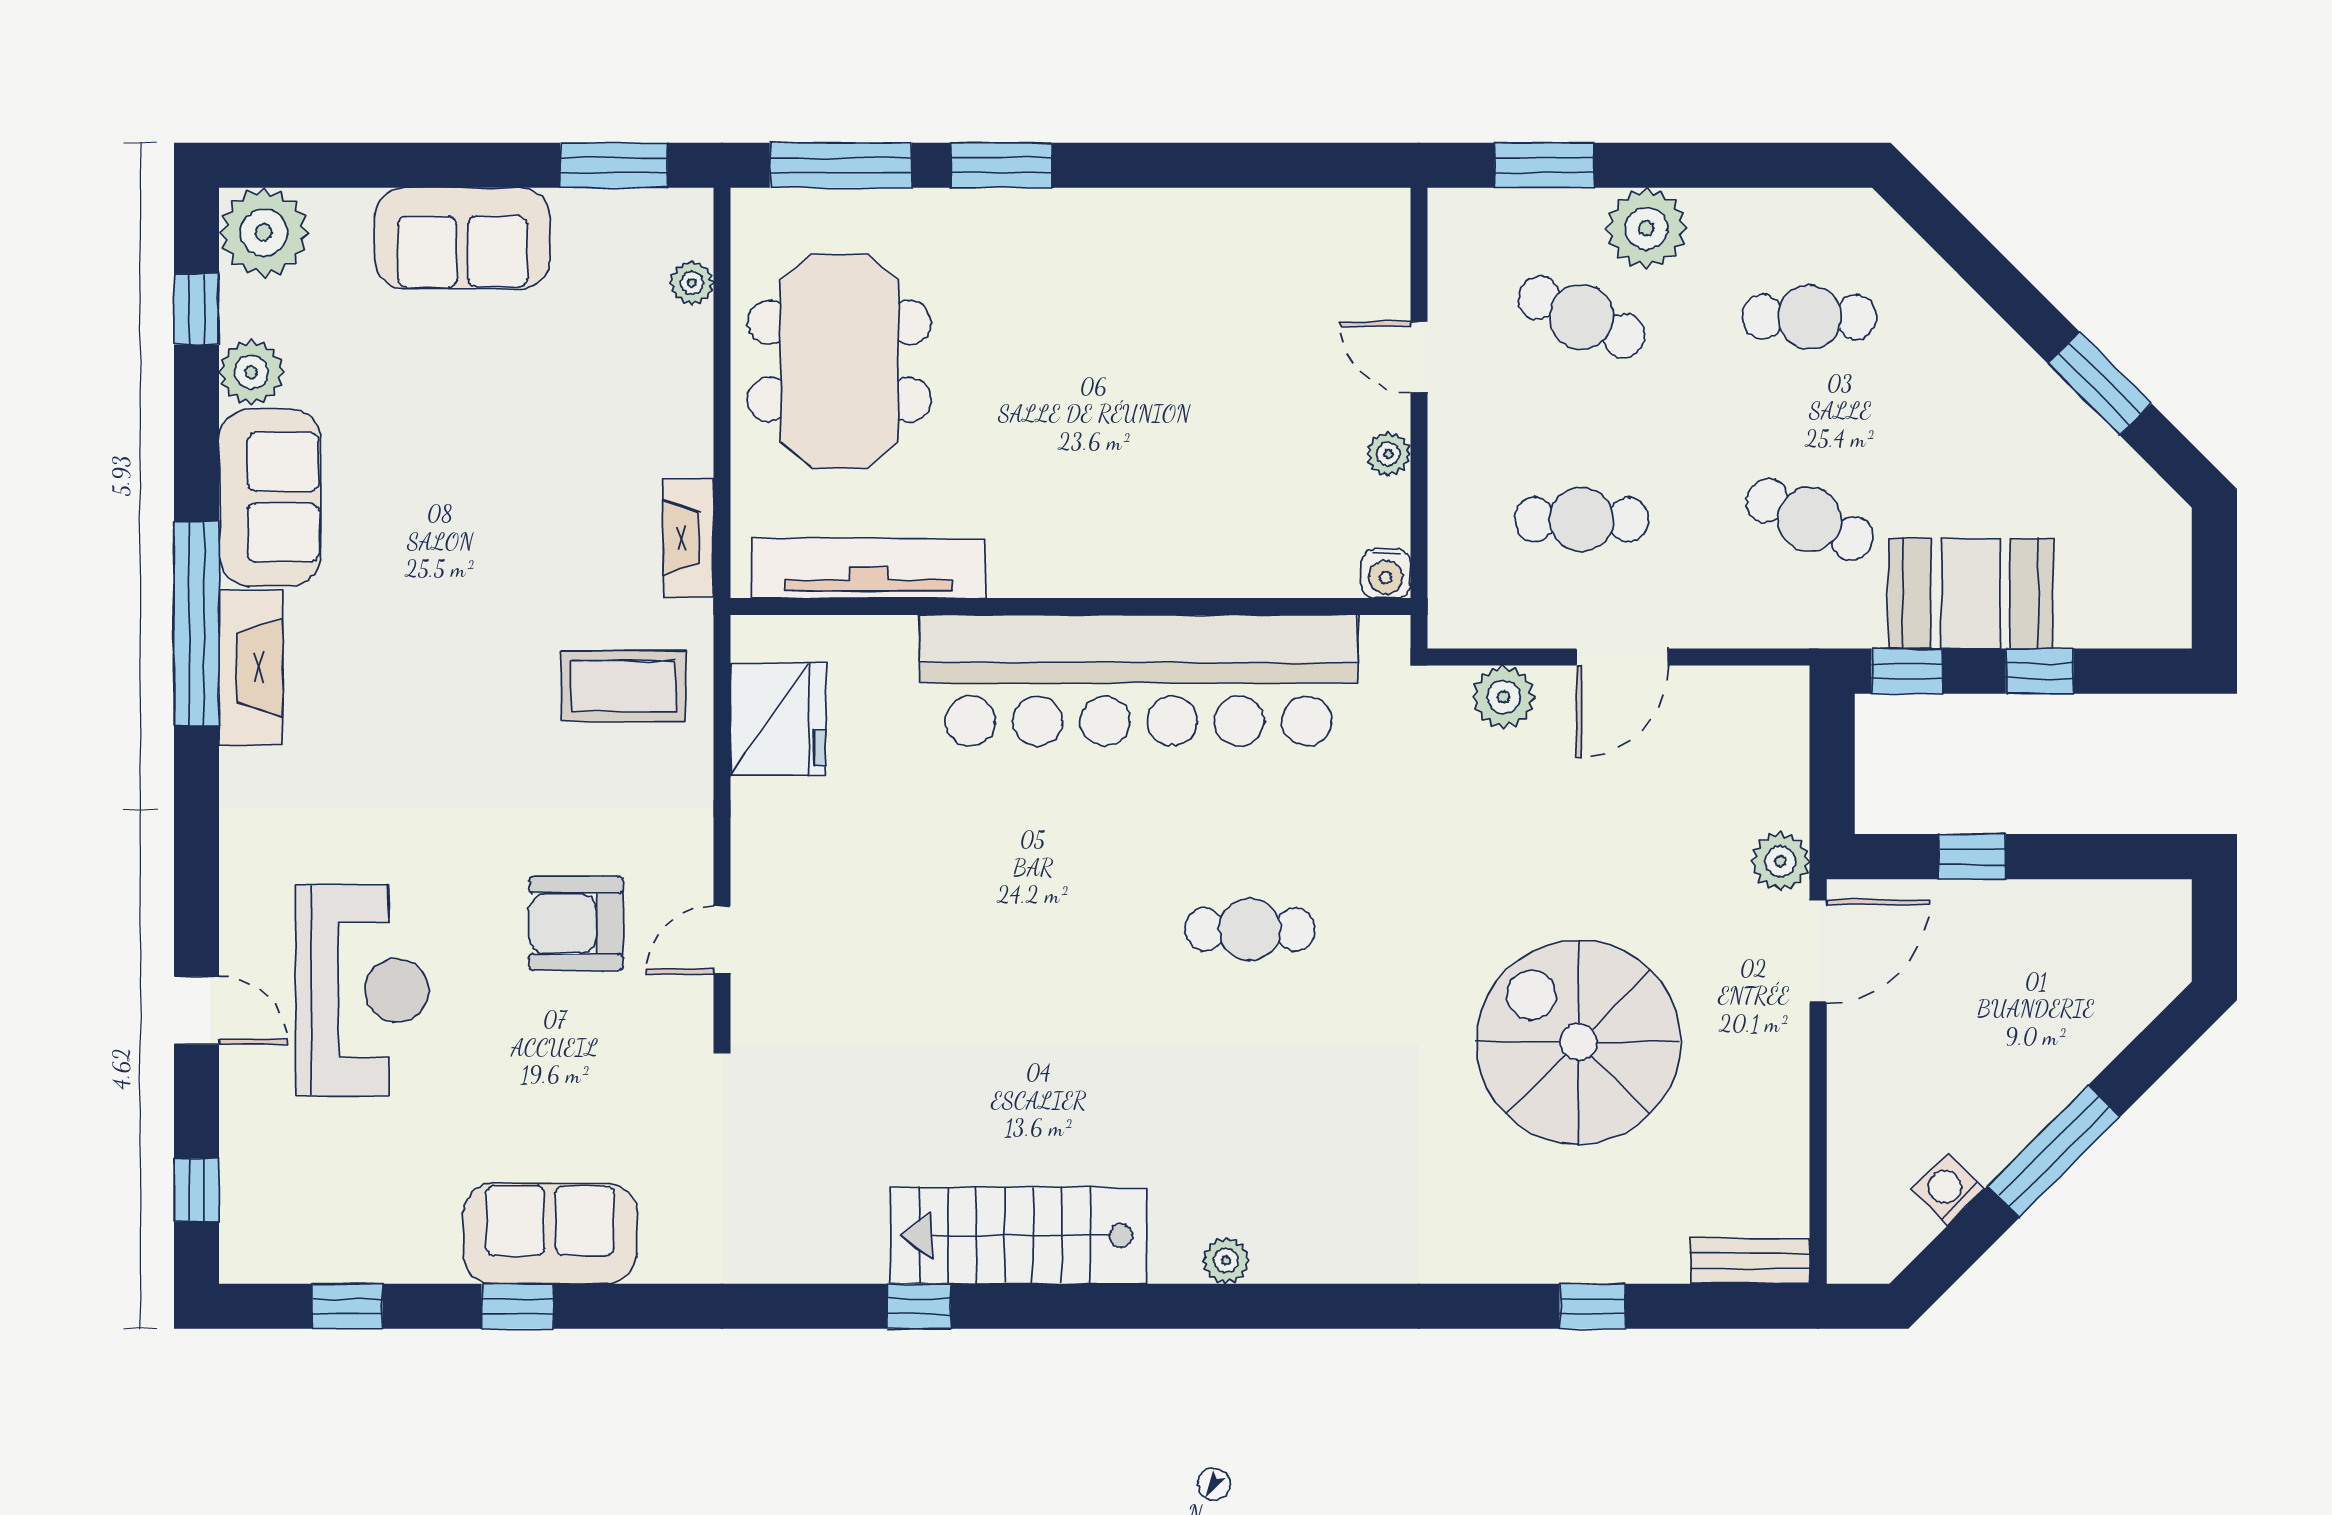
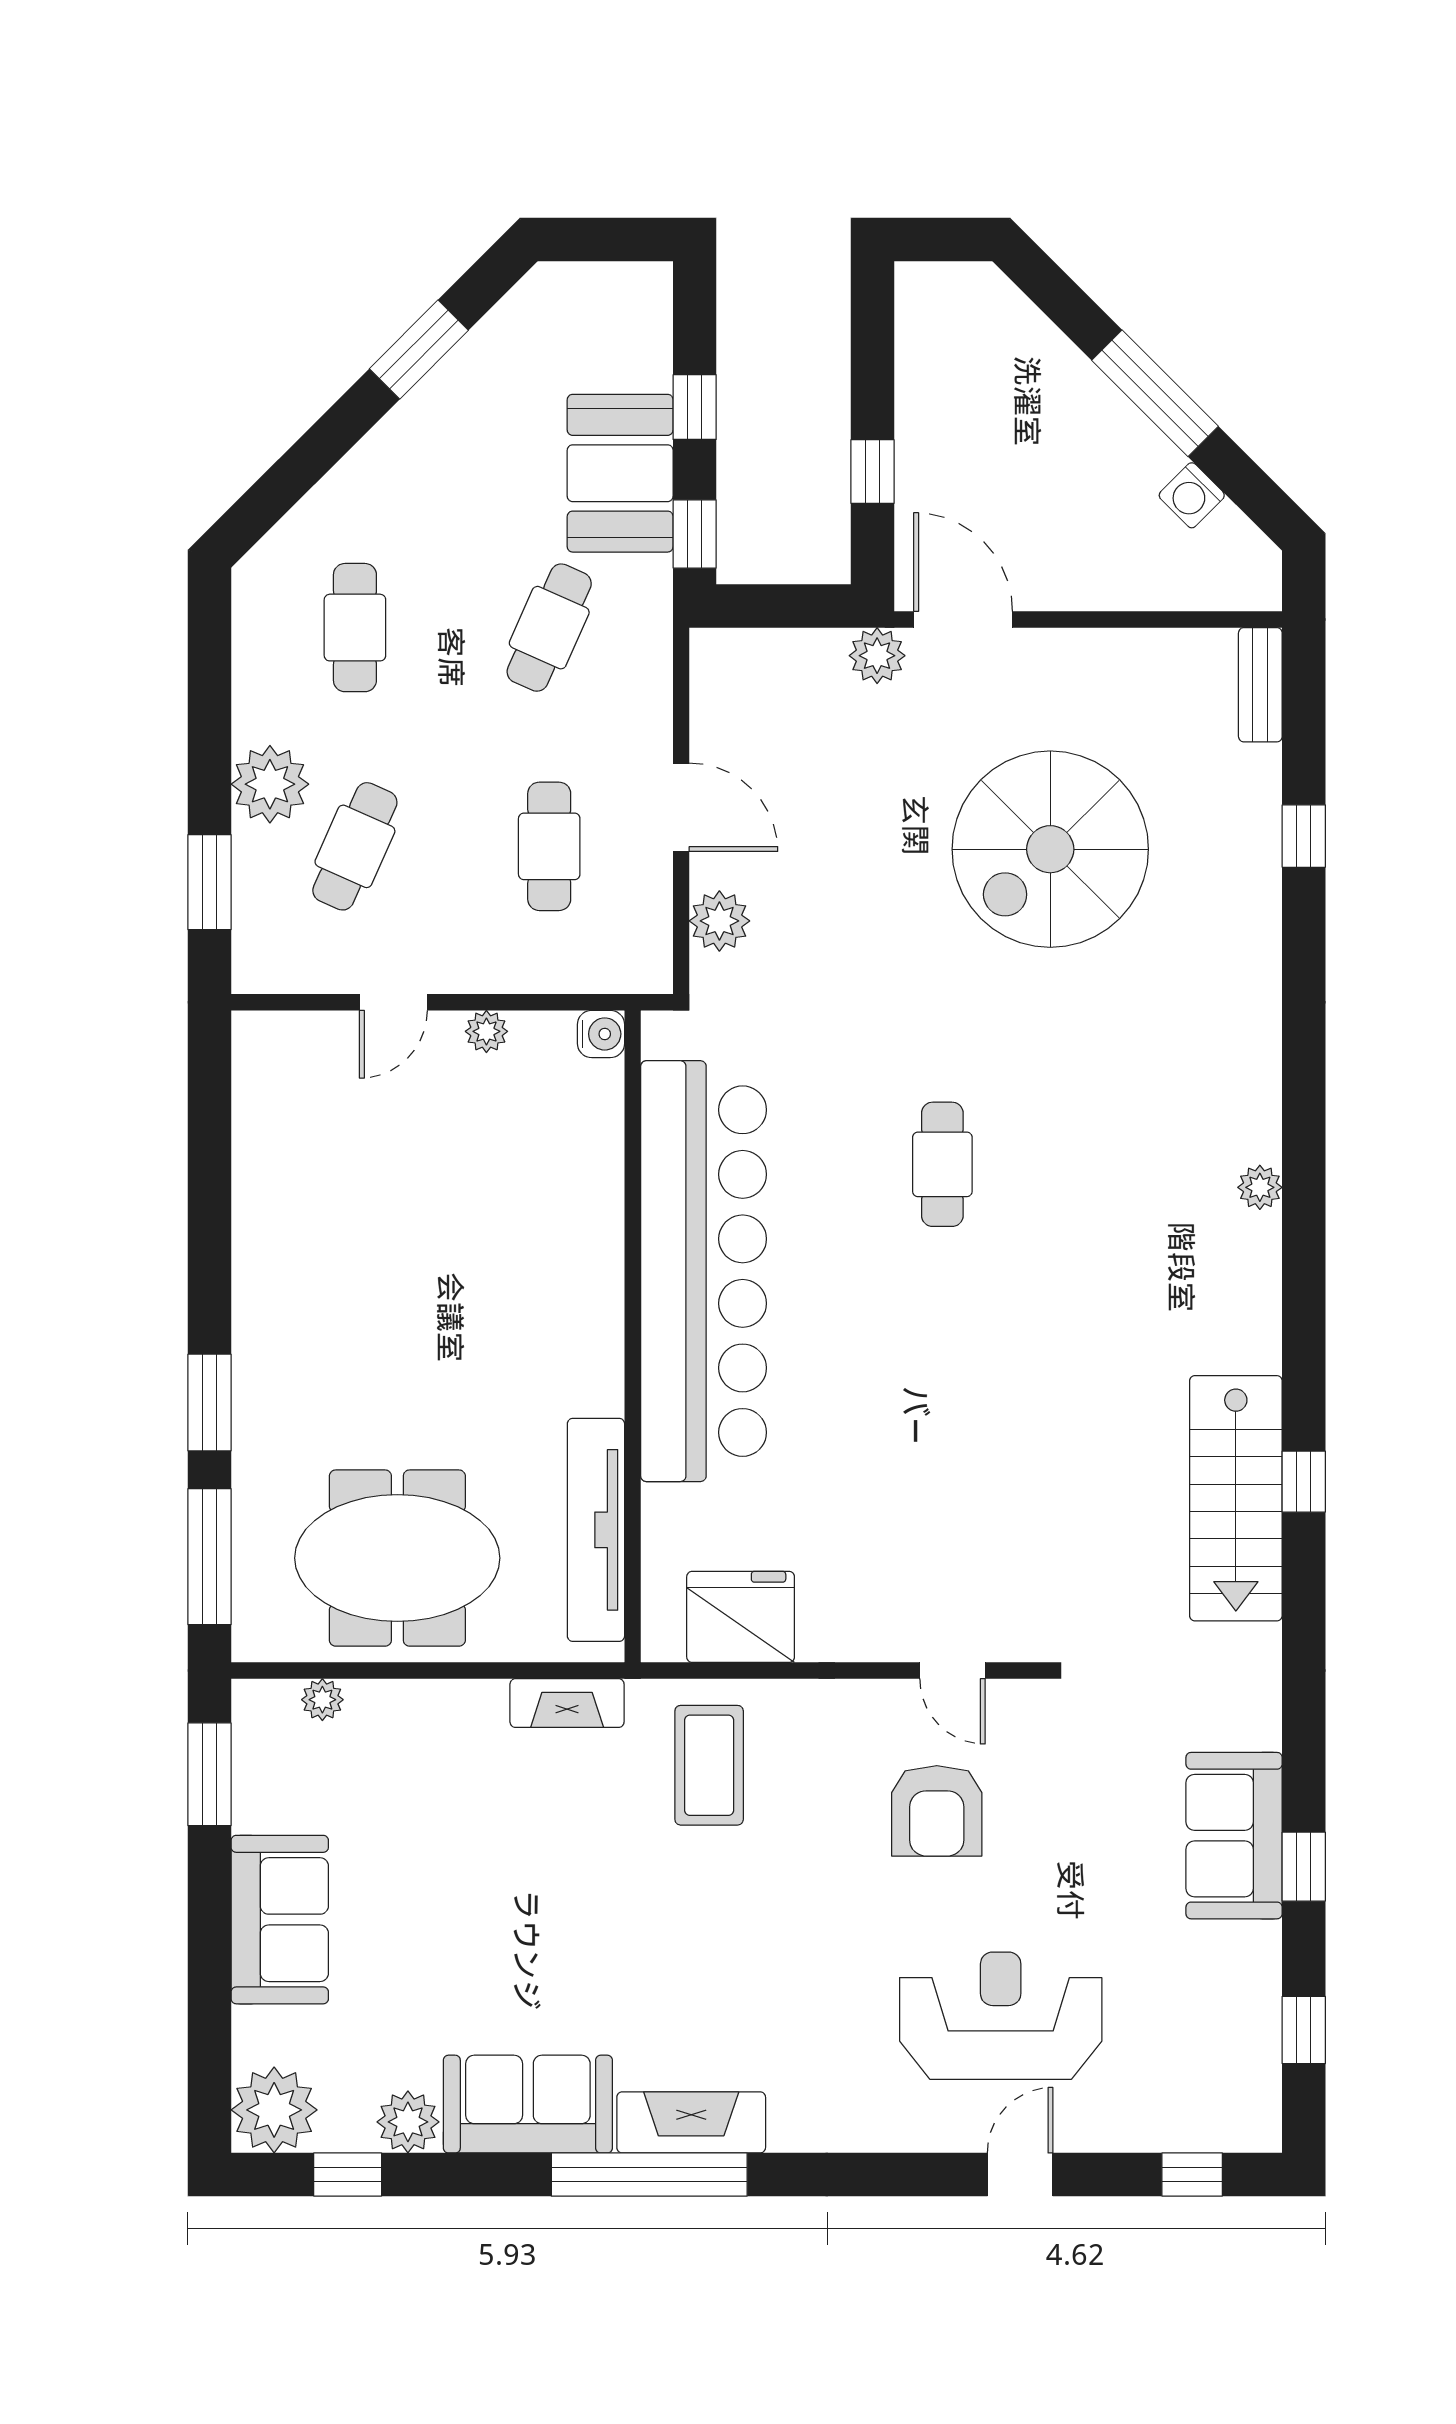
stairs: (1019, 1235) -> (1236, 1498), moved

